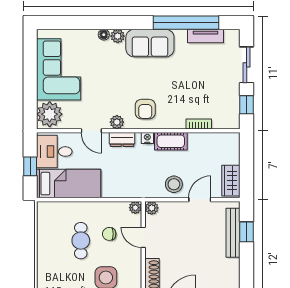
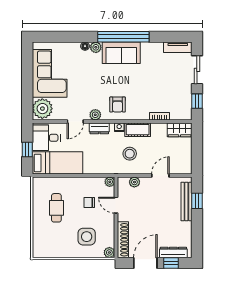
window: (186, 23) -> (123, 37), moved
tv unit: (206, 36) -> (178, 47), moved
door: (91, 131) -> (75, 122), hinge flipped
wardrobe: (231, 181) -> (180, 130), moved, turned -90
stool: (174, 184) -> (130, 154), moved
plant: (152, 208) -> (134, 182), moved
cafe table: (81, 241) -> (56, 208), moved

